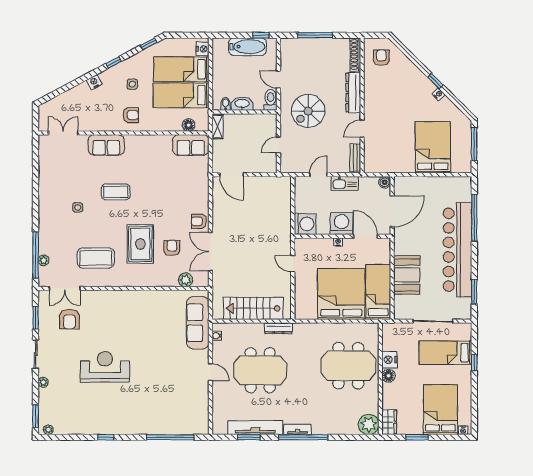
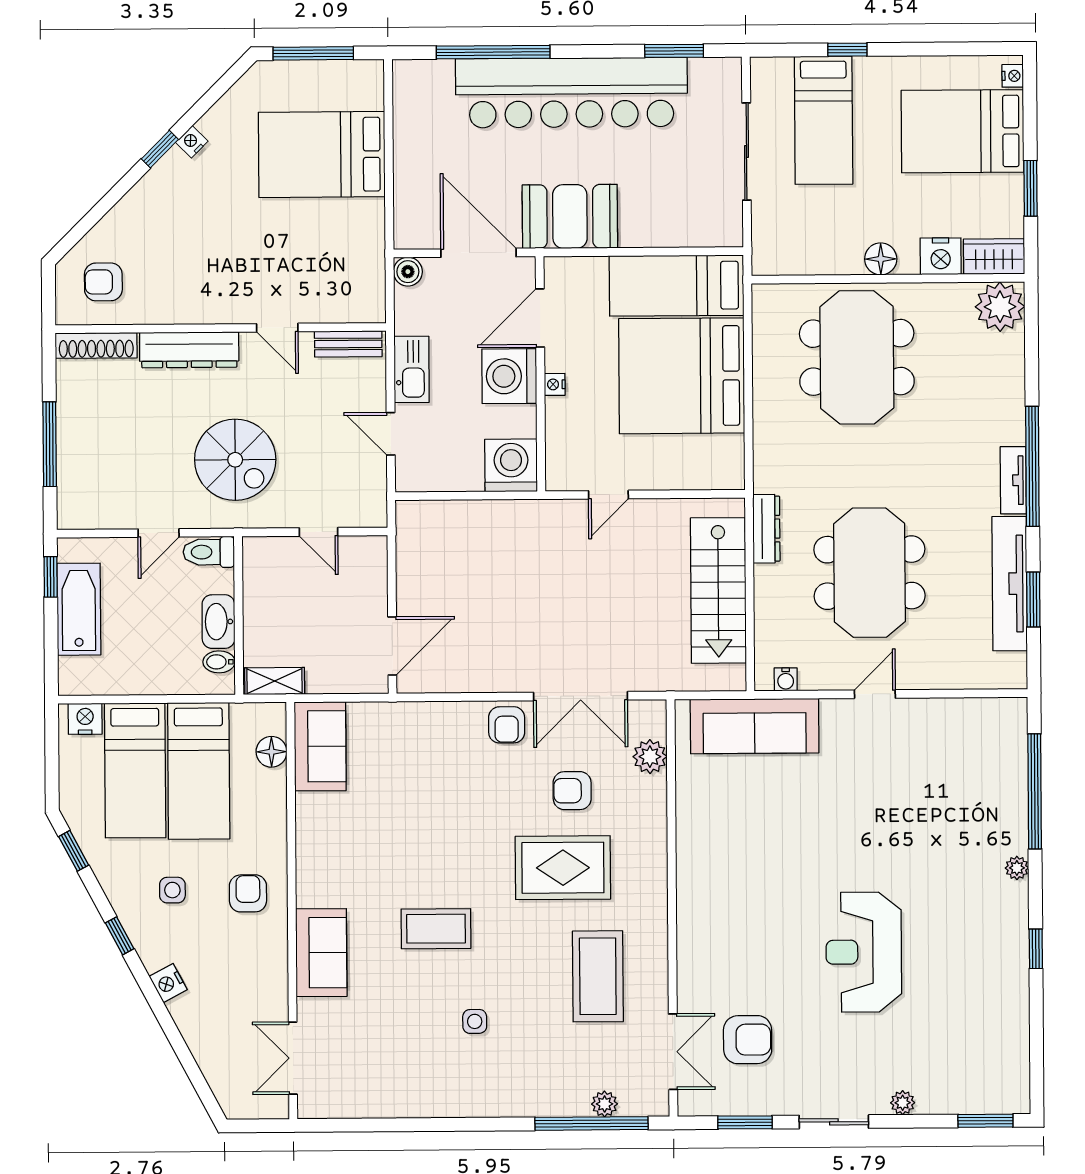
coffee table: (116, 192) -> (436, 929), turned 90
booth: (407, 275) -> (570, 216), moved
nightstand: (389, 360) -> (941, 256), moved
plant: (48, 430) -> (1017, 868), moved

